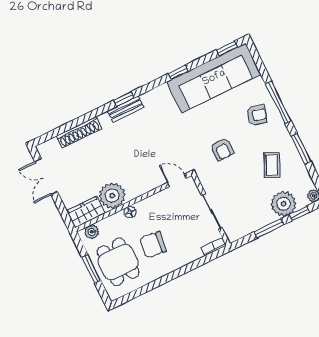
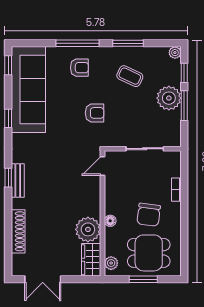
armchair: (257, 115) -> (79, 68), turned 75
plant: (284, 204) -> (169, 98), moved
bookcase: (213, 247) -> (176, 190), moved

